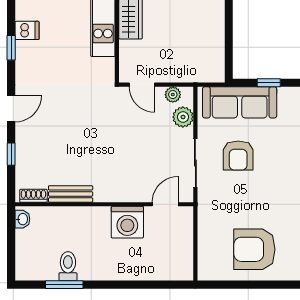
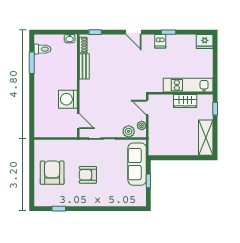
dishwasher: (27, 30) -> (160, 41), moved
door: (142, 85) -> (147, 108), hinge flipped
window: (11, 154) -> (95, 32), moved
armchair: (238, 156) -> (88, 175), moved
toilet: (68, 266) -> (42, 49), moved

